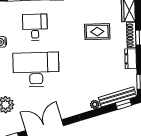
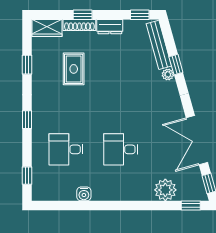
desk: (36, 69) -> (121, 149), width x0.53, depth x0.77
window: (124, 104) -> (176, 65), moved

